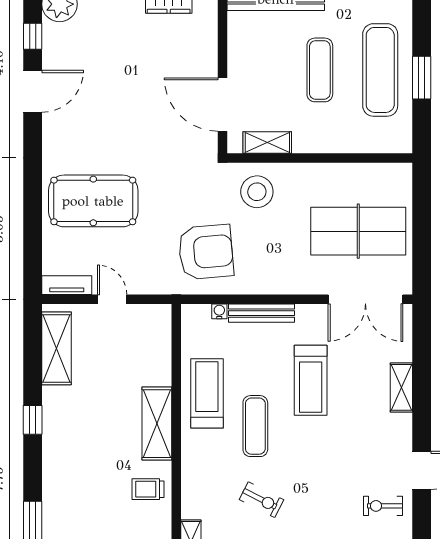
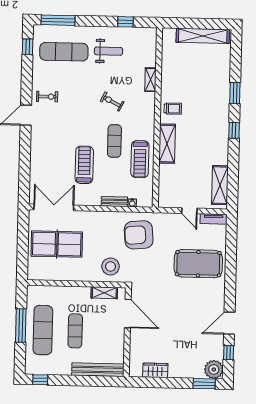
window: (422, 78) -> (21, 325), width x1.44
bench: (262, 313) -> (114, 202), width x0.73
shelving: (401, 387) -> (36, 160), removed
window: (33, 420) -> (234, 130), moved

